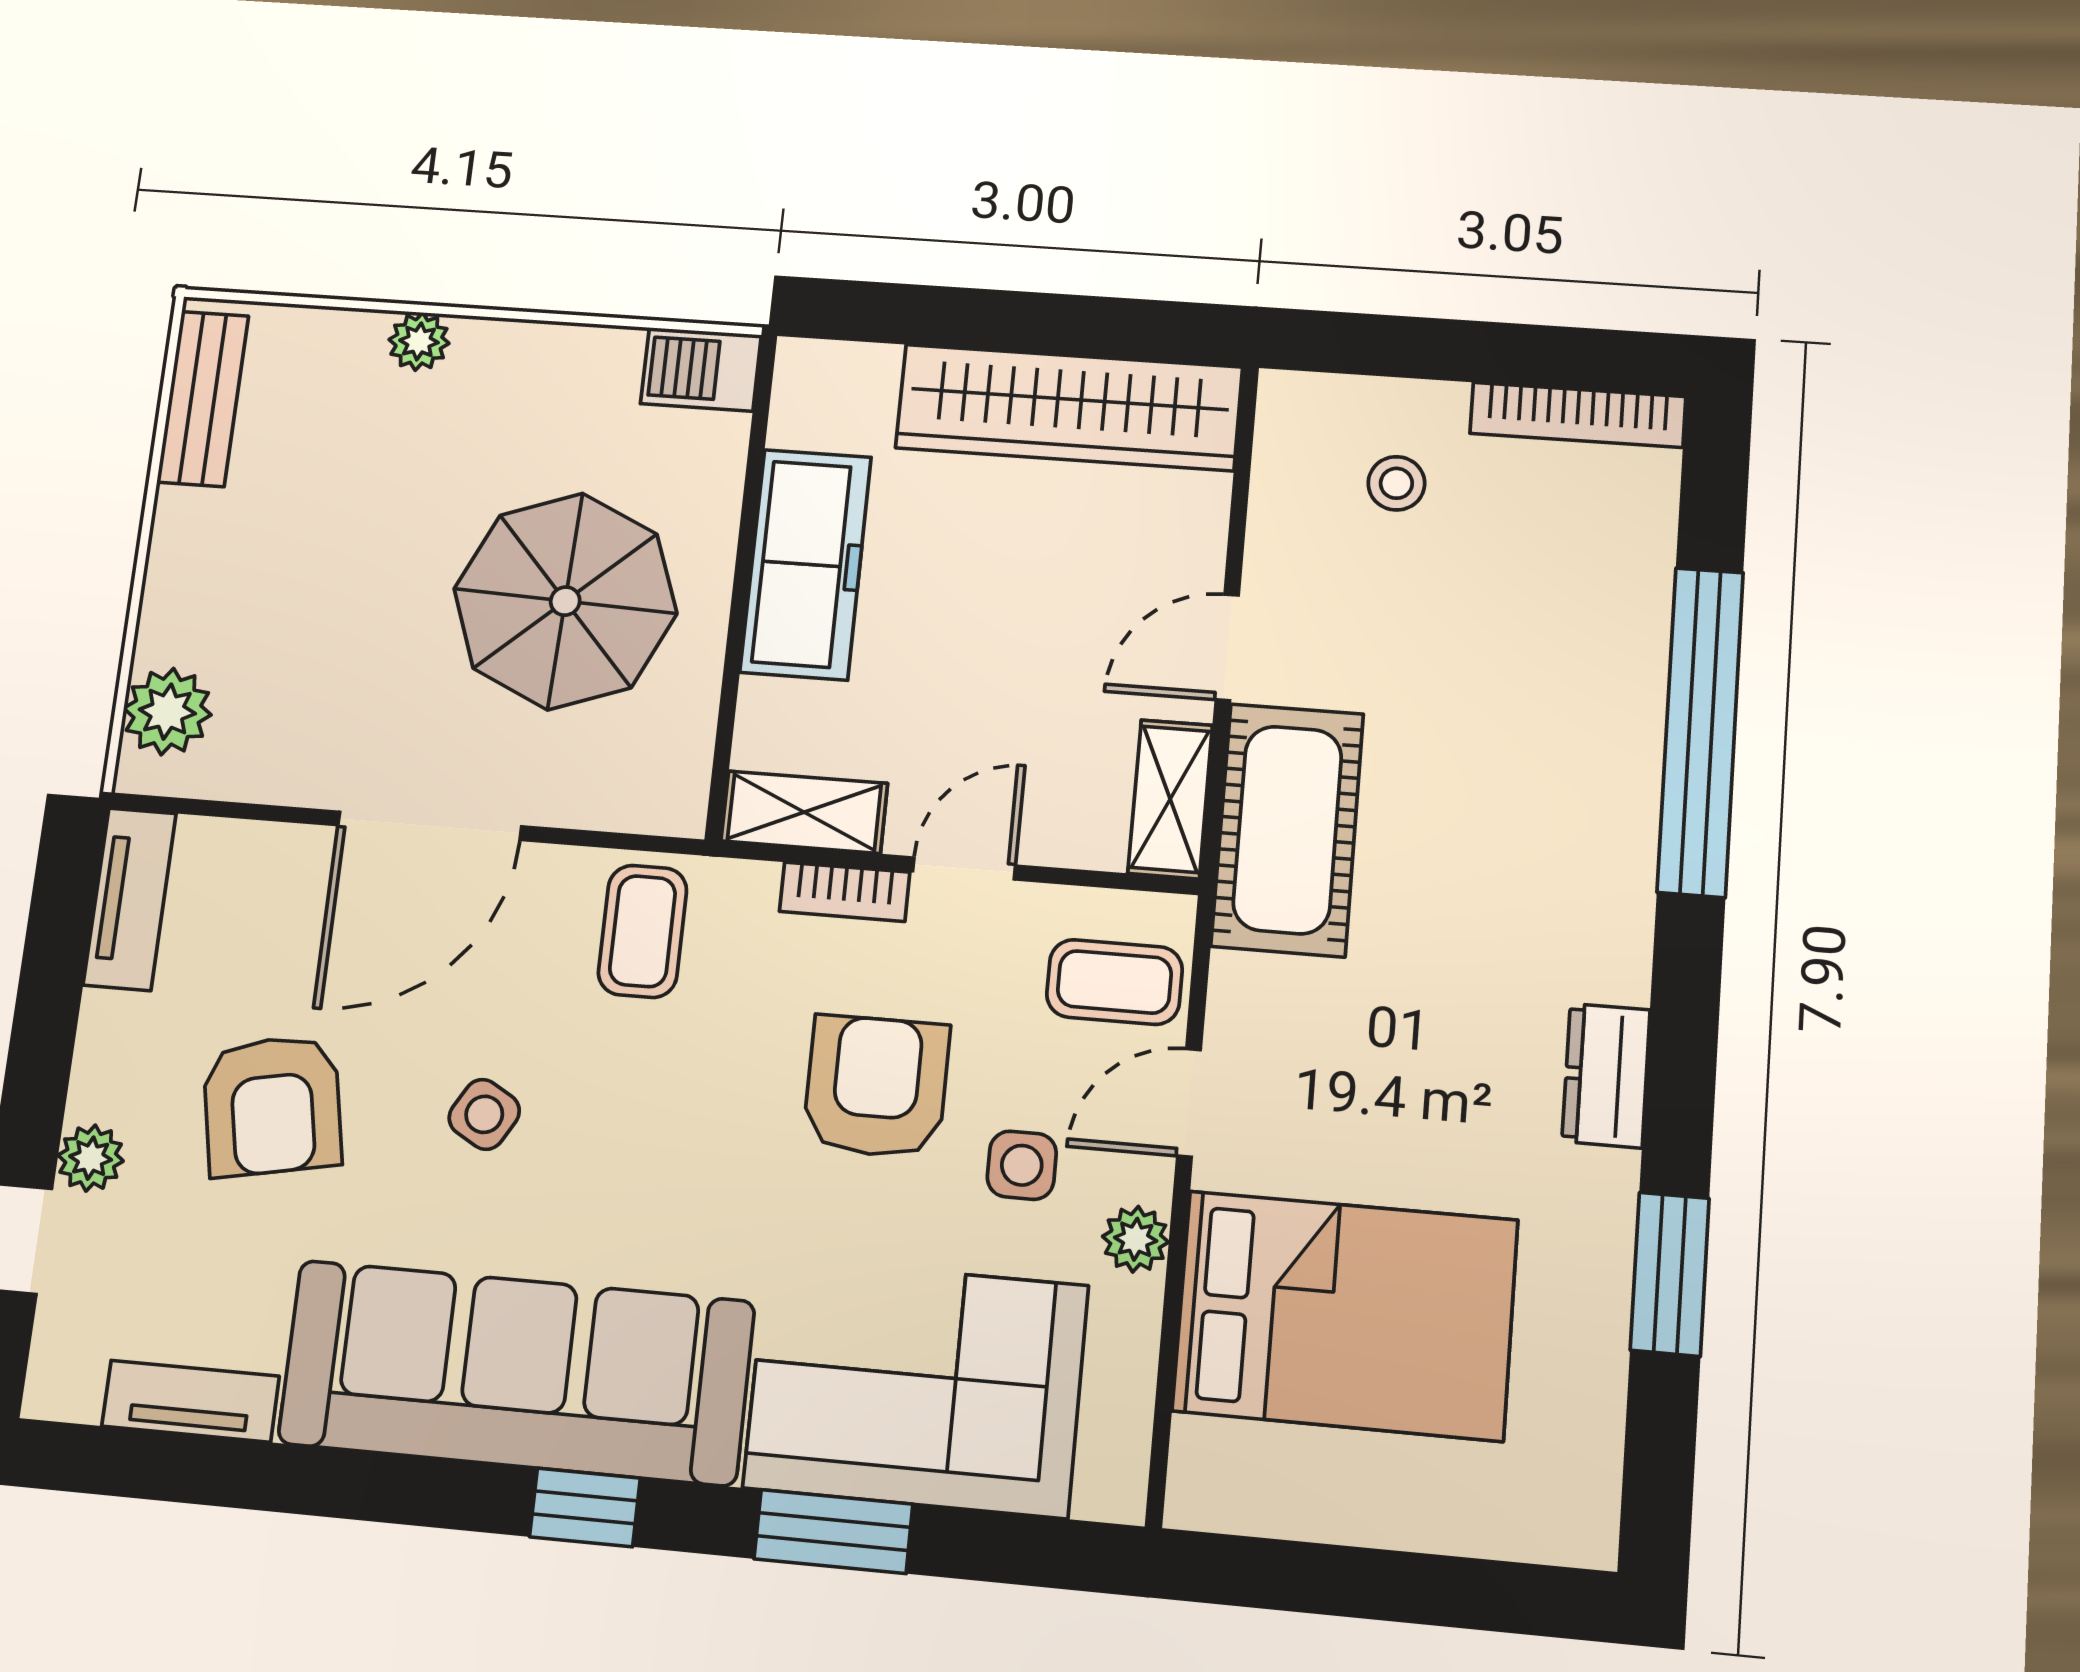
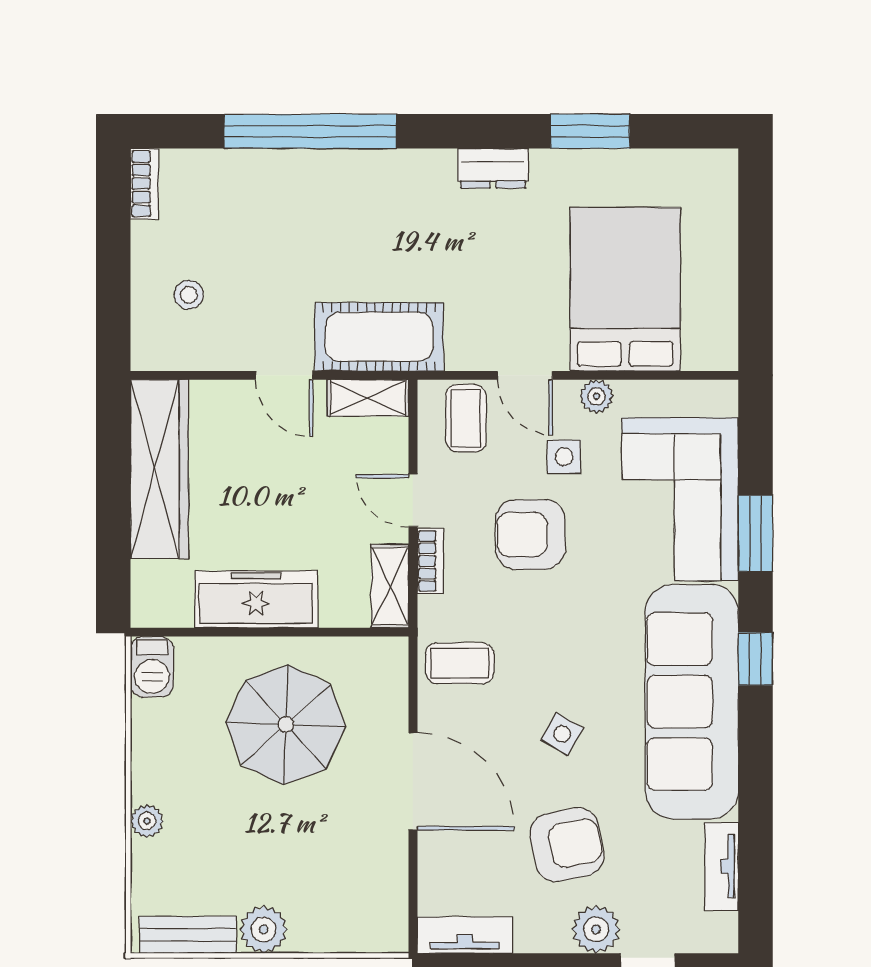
bookcase: (1578, 415) -> (145, 184), width x0.64
plant: (167, 712) -> (264, 929), moved
plant: (91, 1158) -> (596, 929), width x1.38, depth x1.38

